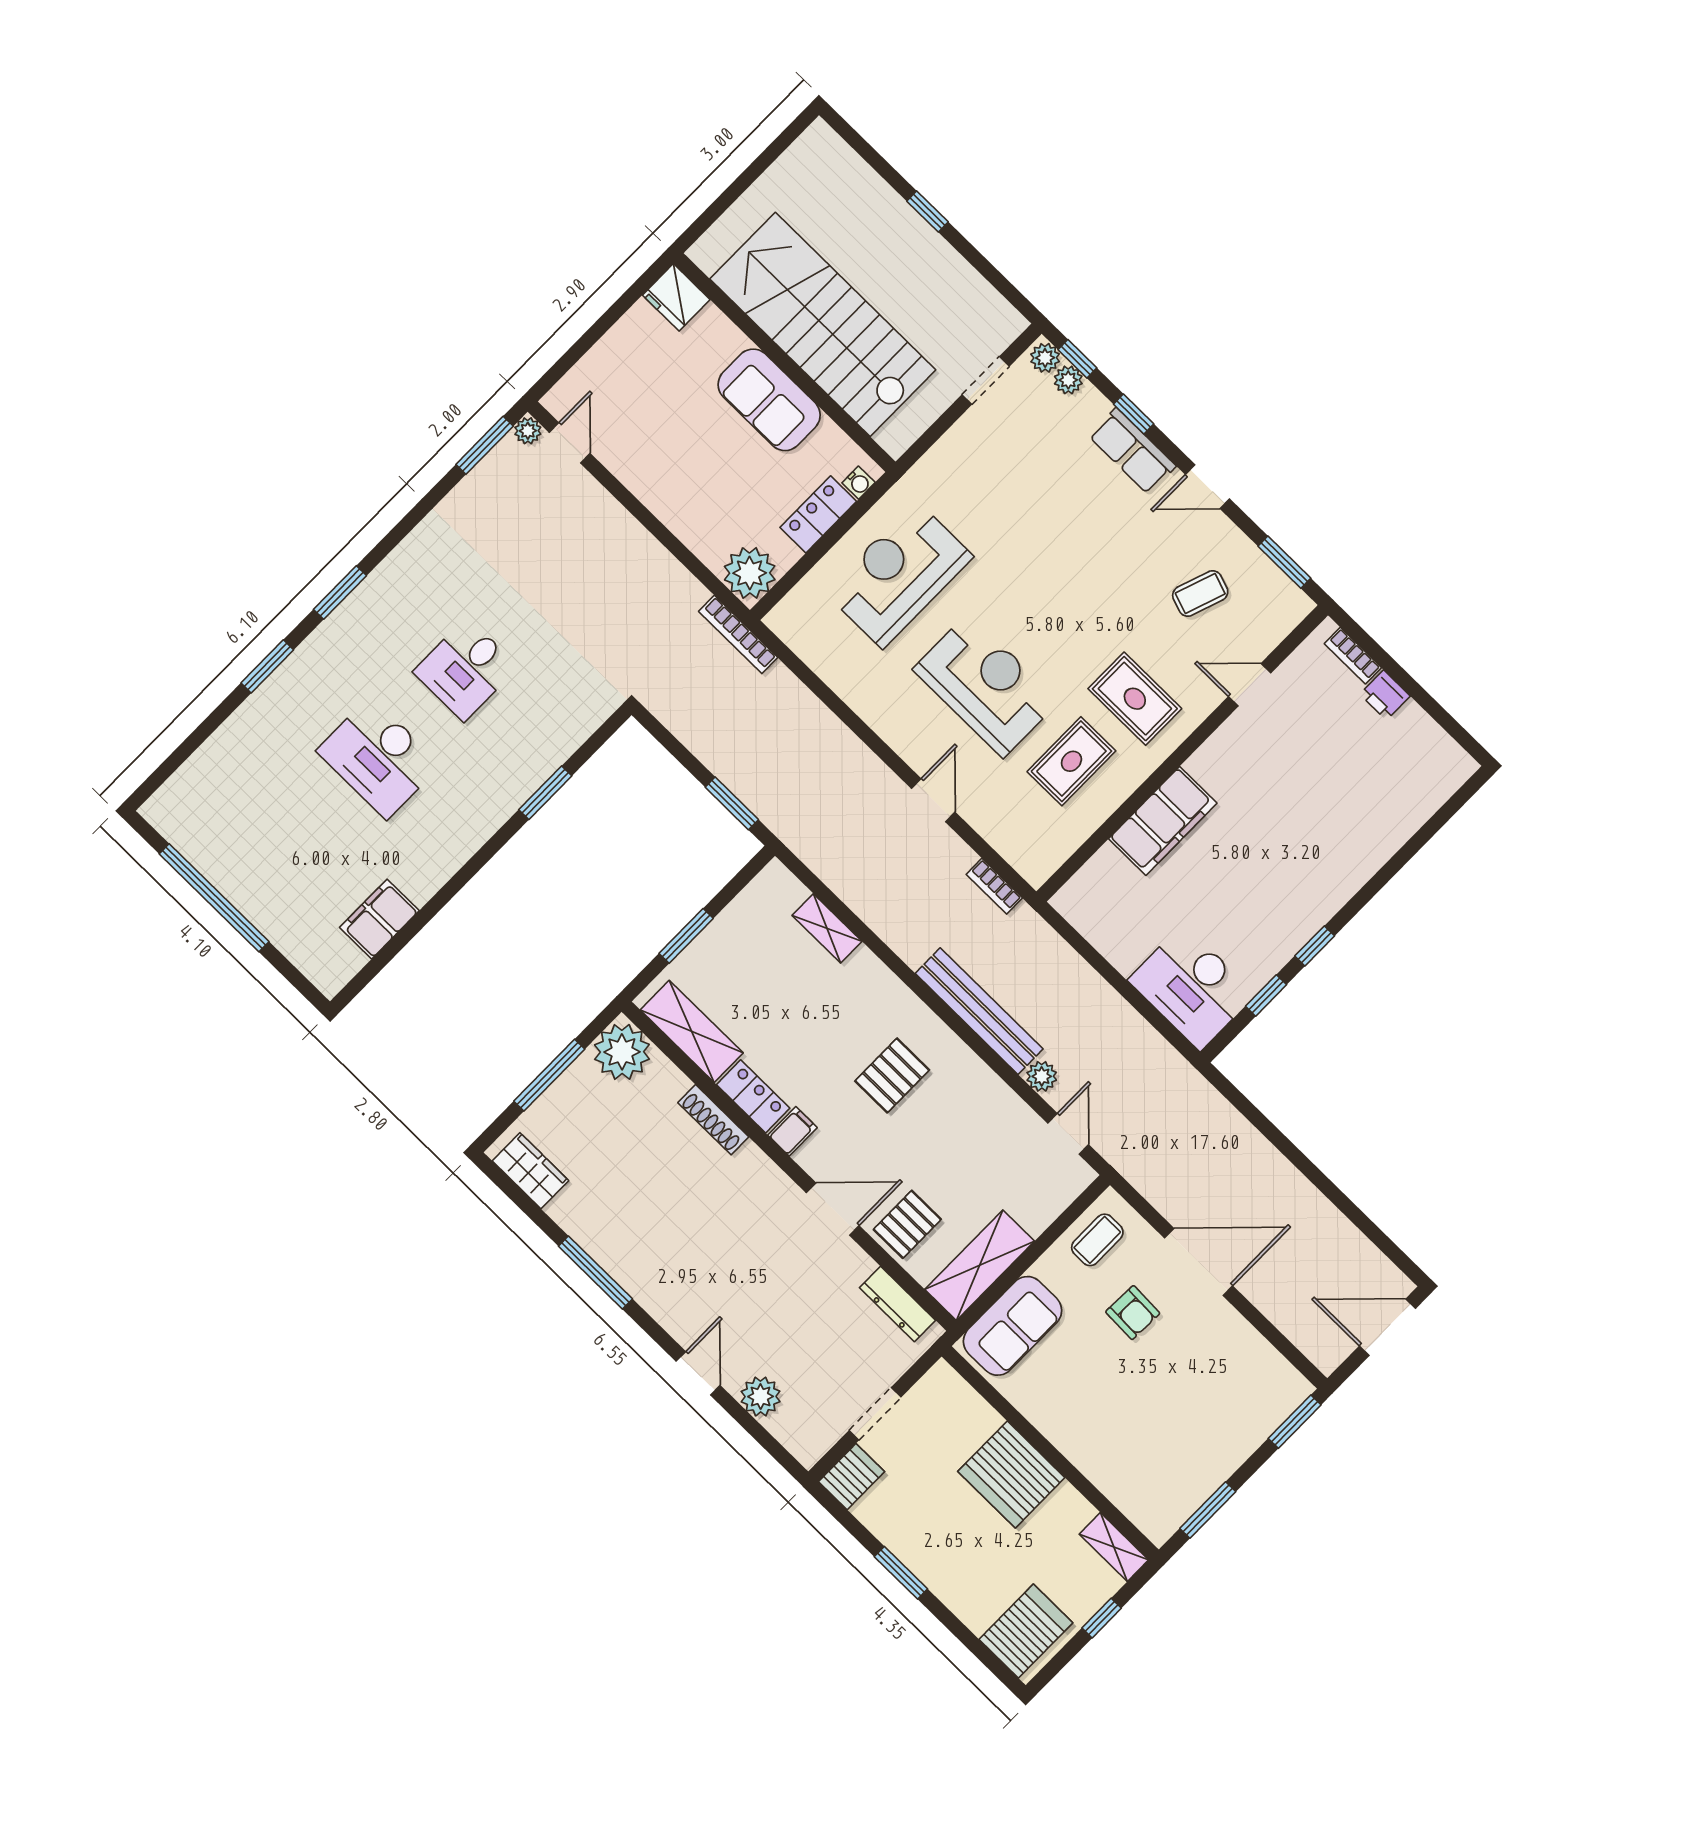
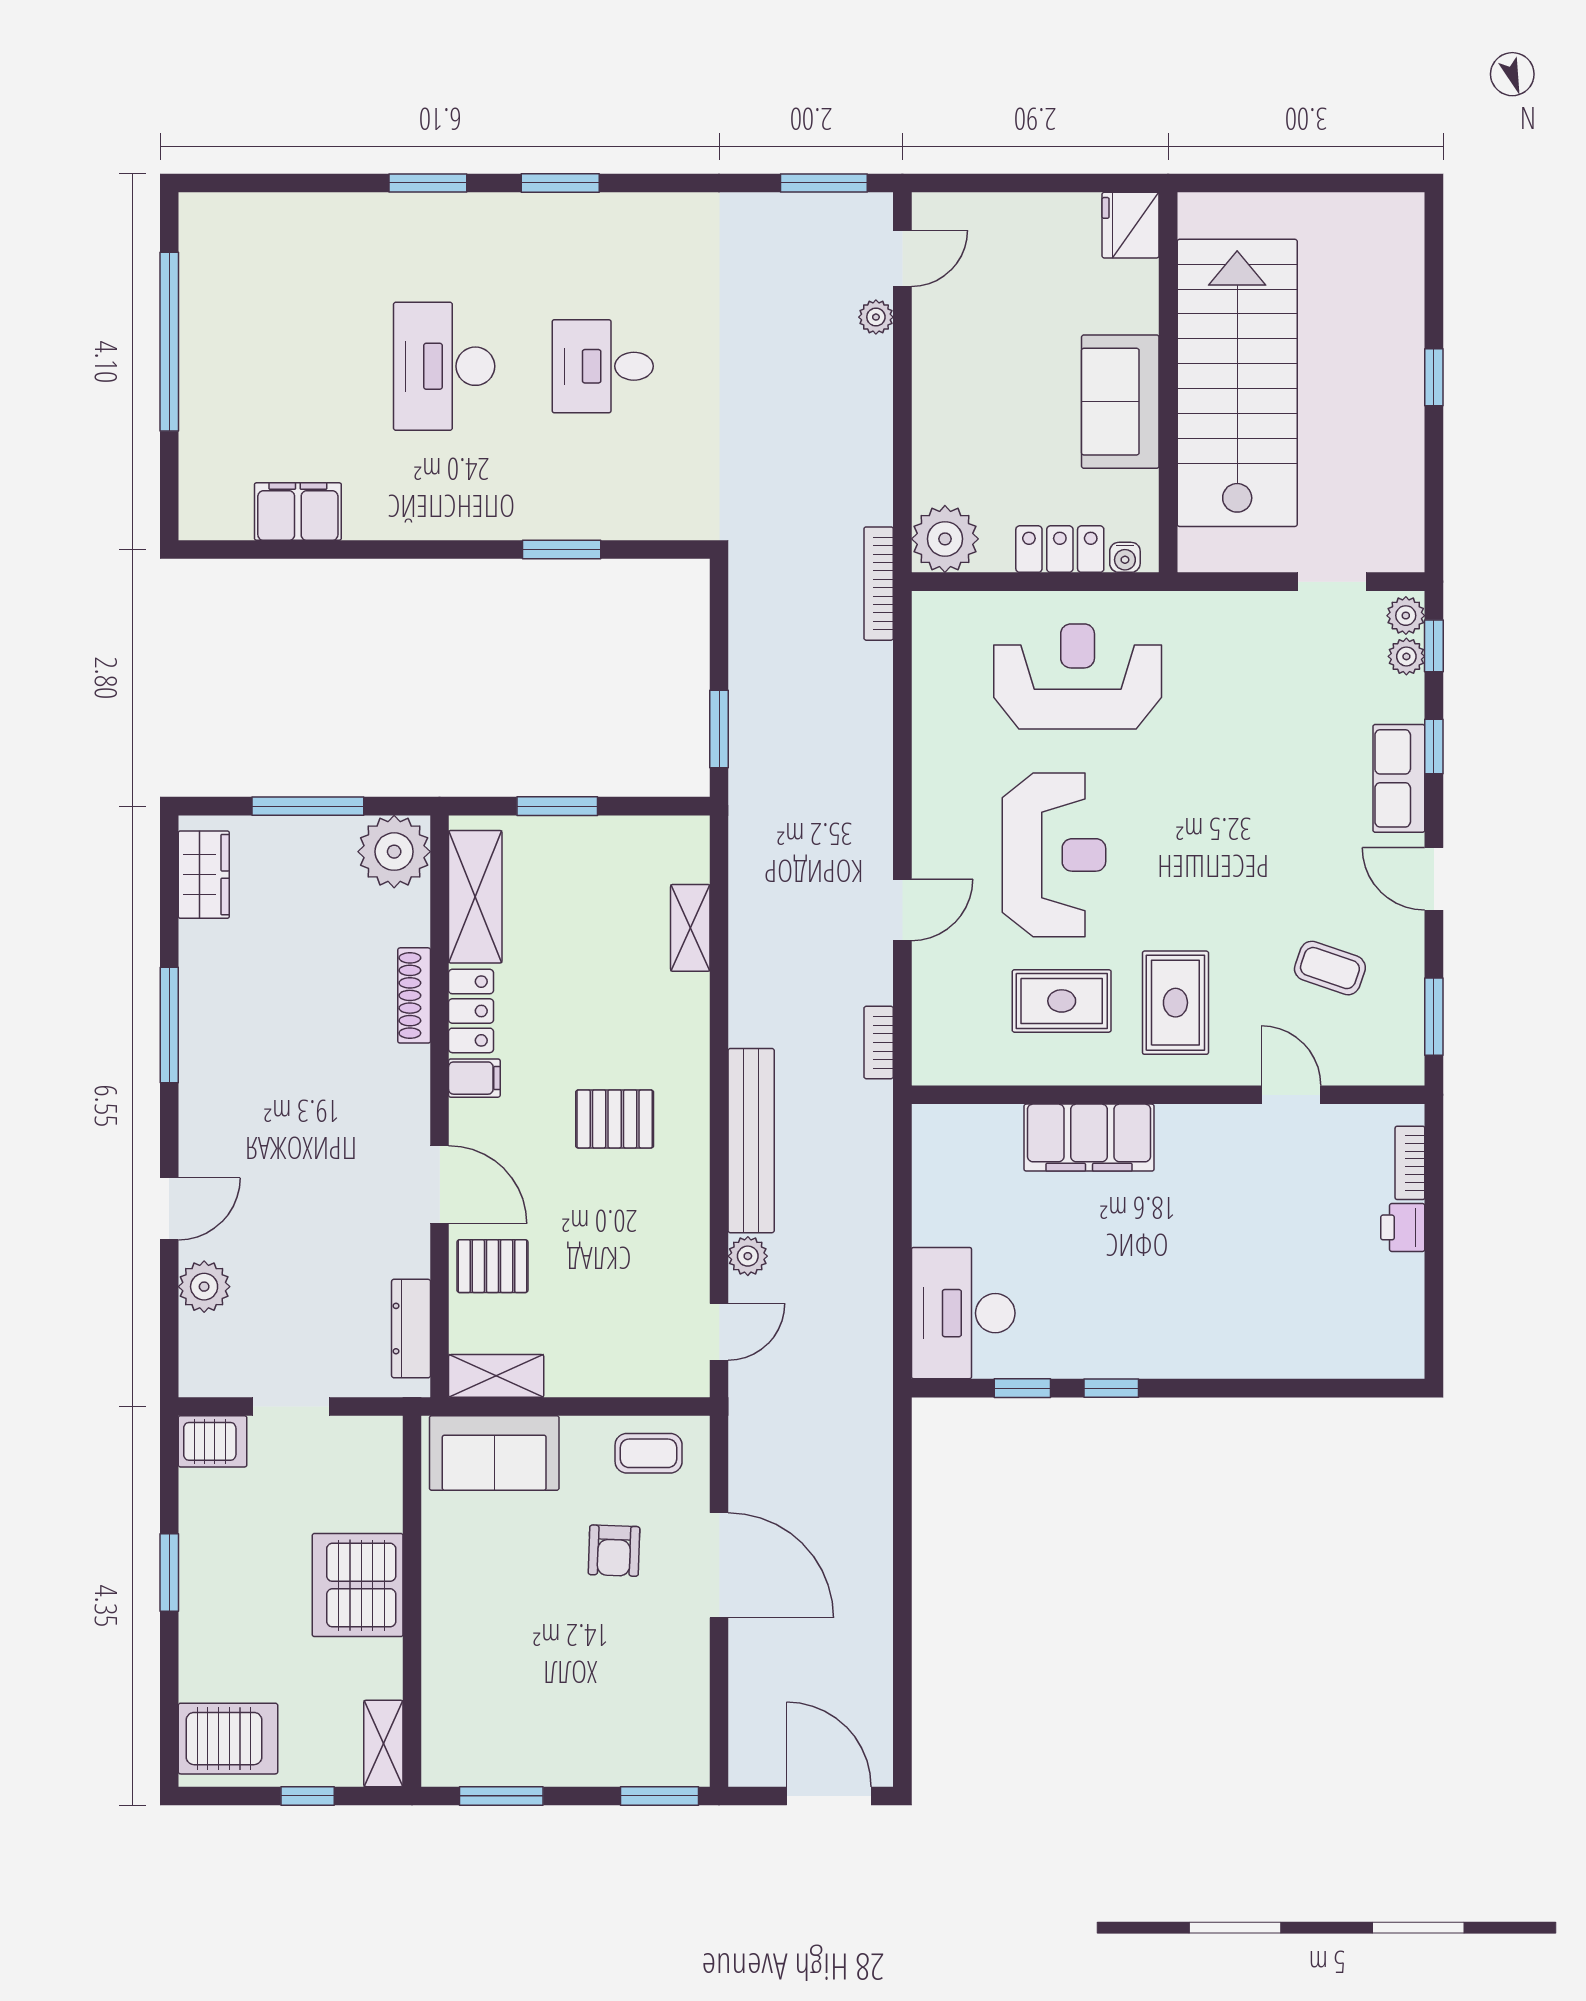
plant: (528, 431) -> (876, 317), moved
shelving: (980, 1265) -> (496, 1376), width x0.67, depth x0.75

